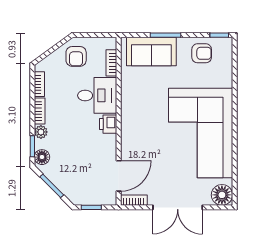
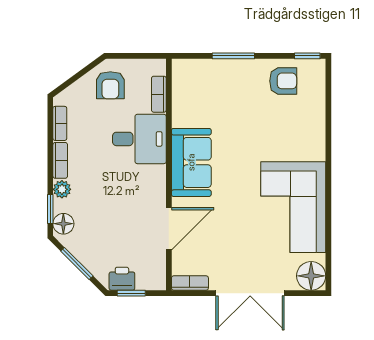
sofa: (151, 51) -> (191, 162), moved, turned -90
printer: (108, 124) -> (122, 279), moved, turned 90
corner sofa: (201, 133) -> (293, 207), width x0.73, depth x0.74
door: (119, 176) -> (169, 229), moved

